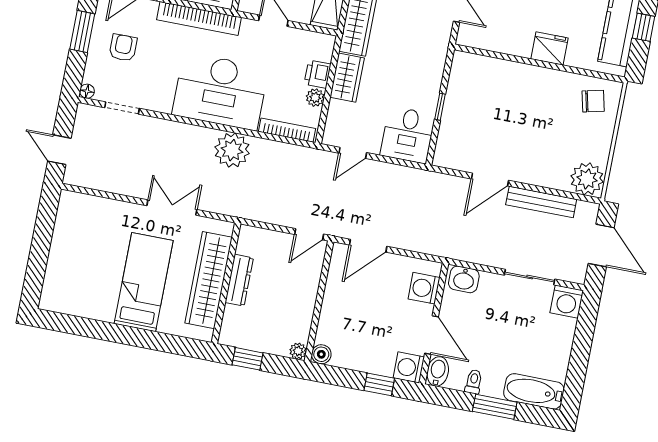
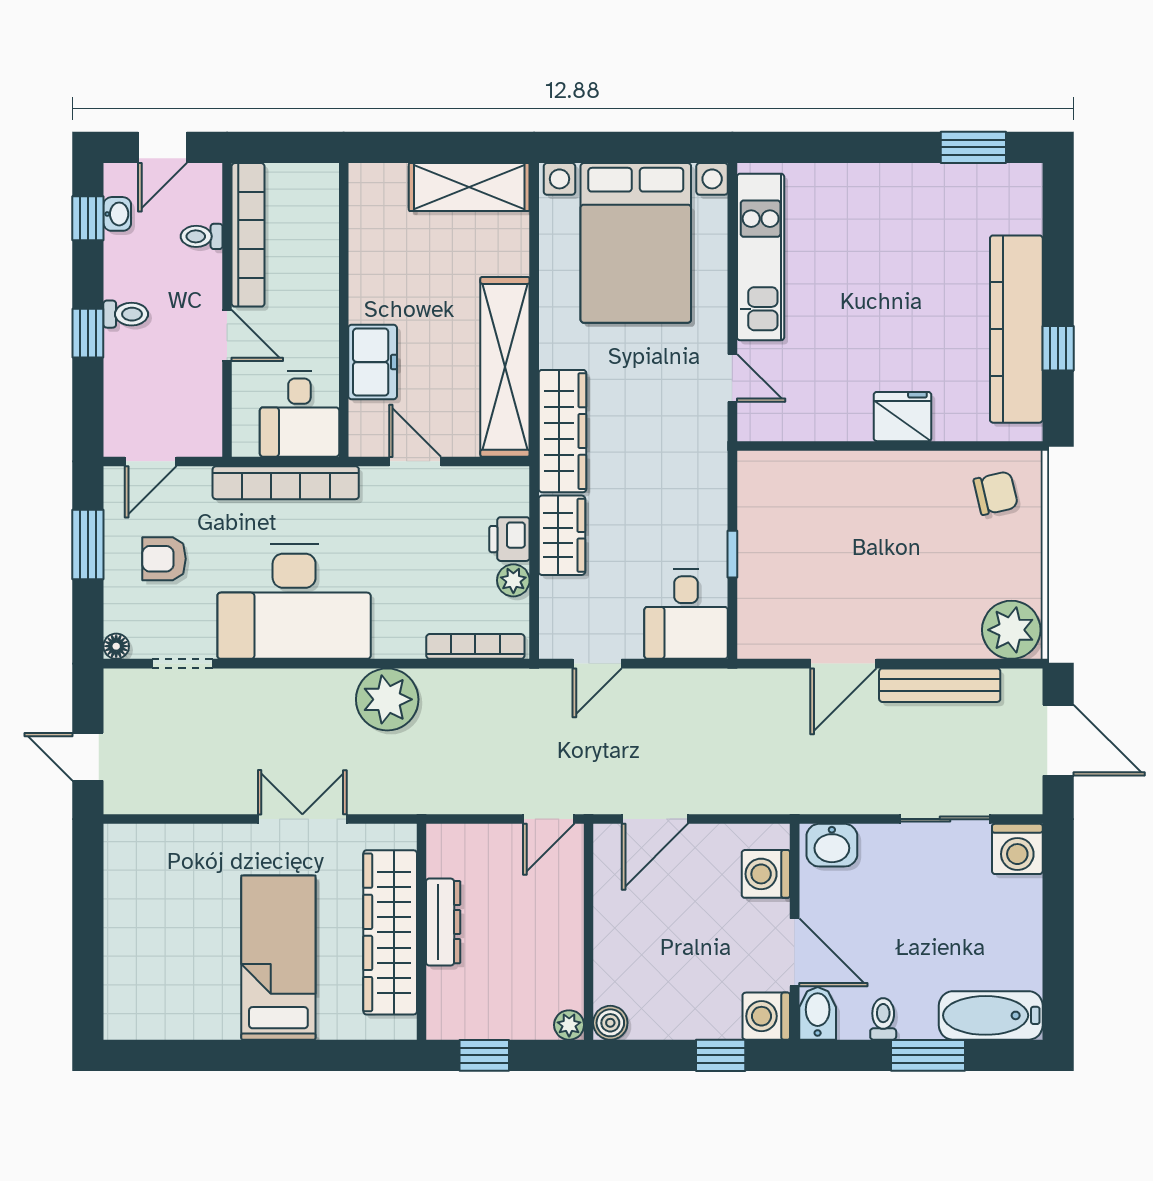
armchair: (123, 48) -> (164, 559), turned -90
desk: (220, 91) -> (294, 602), moved

